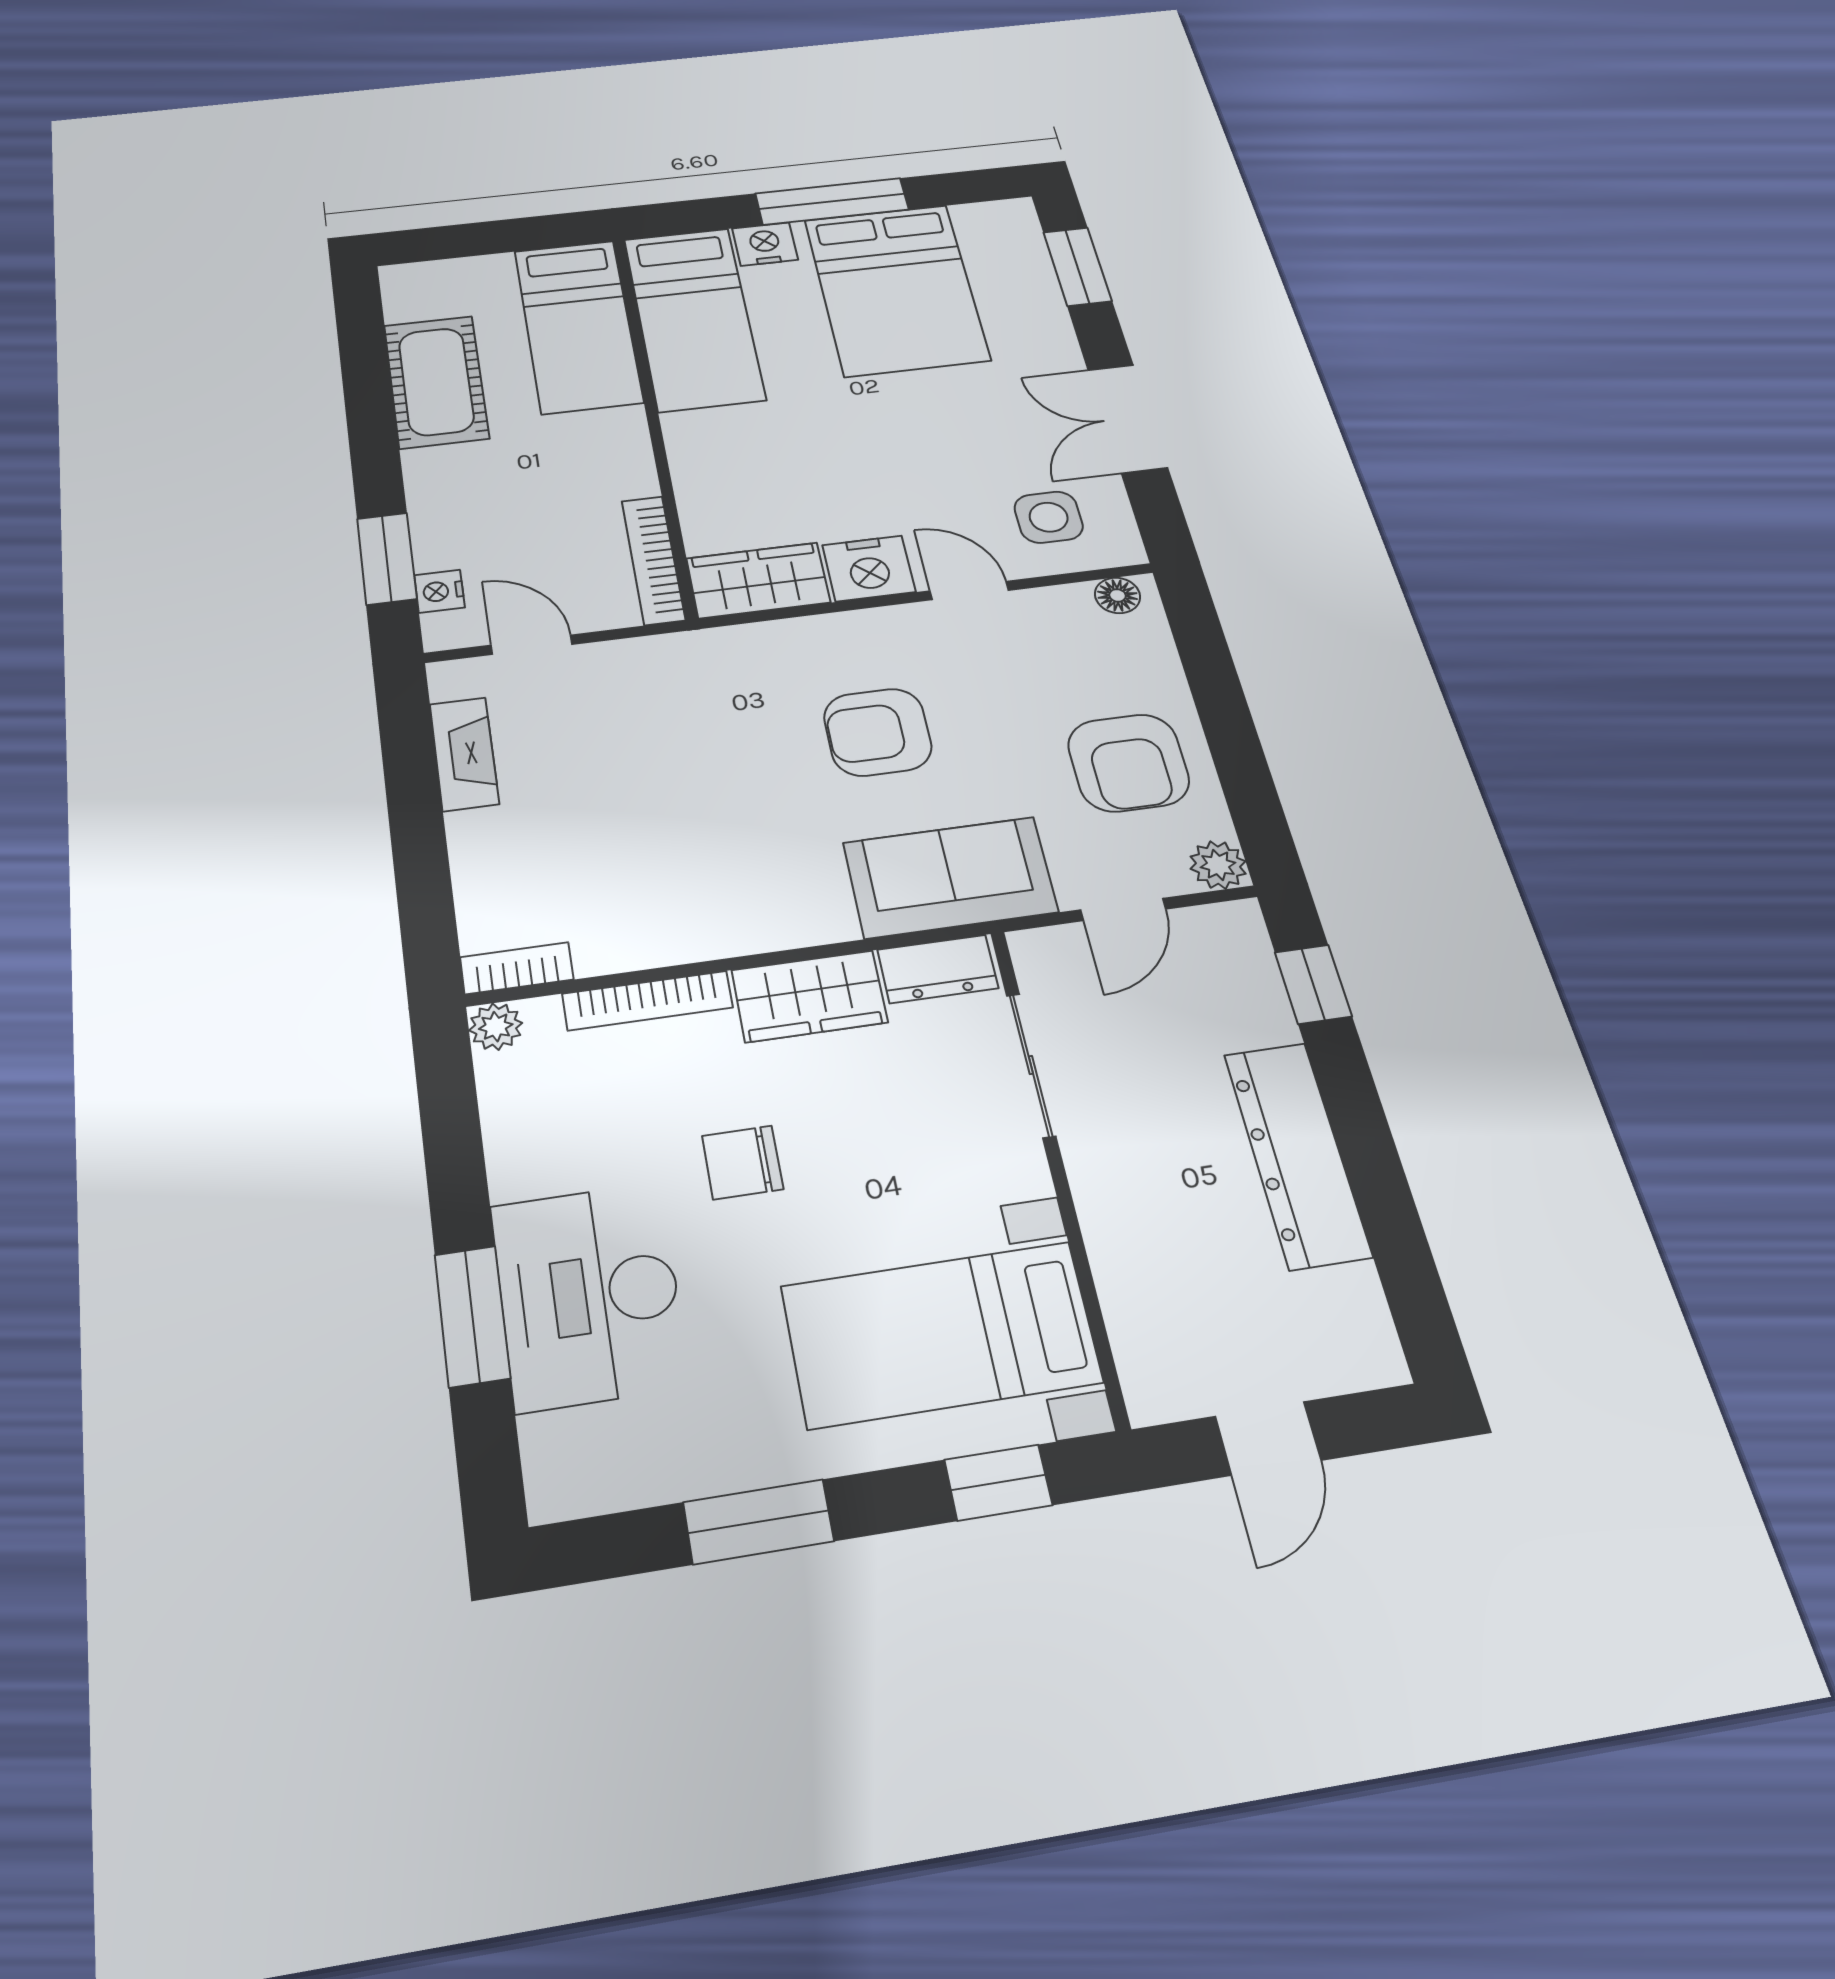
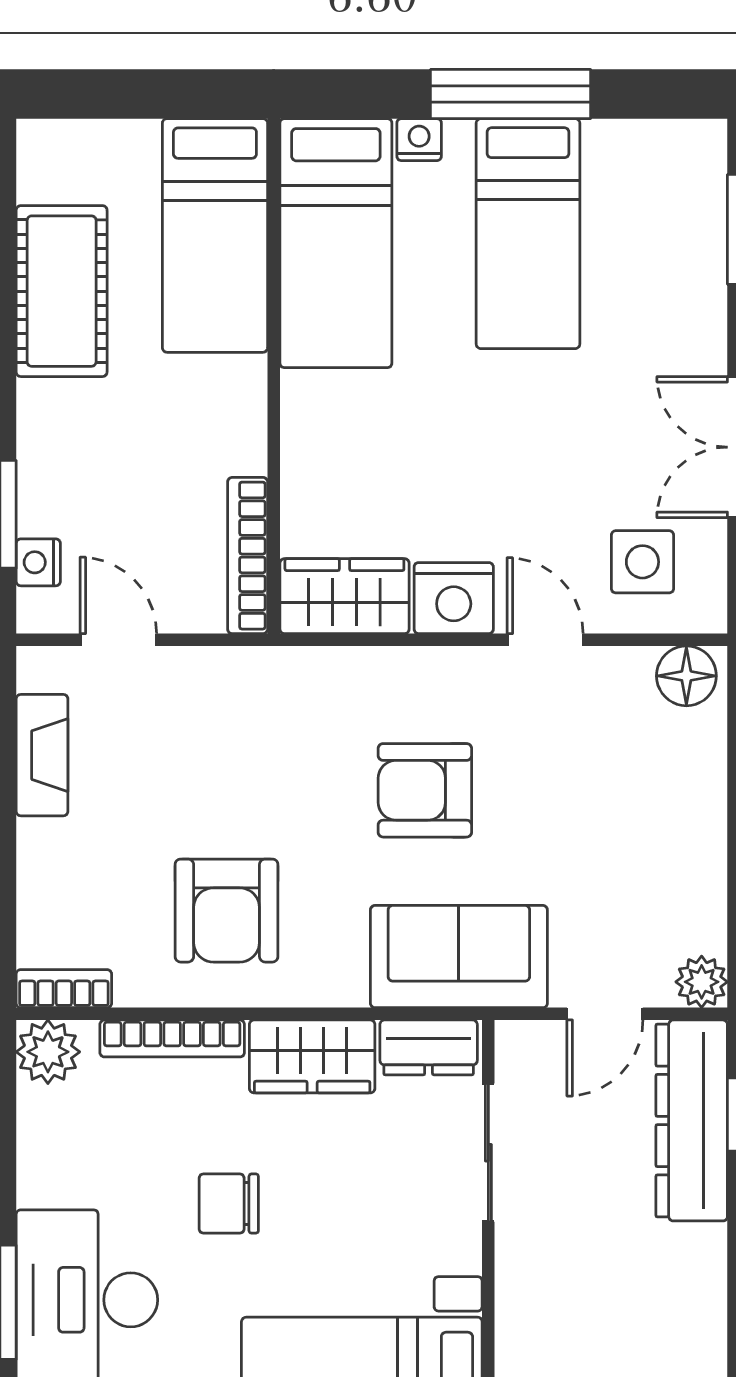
nightstand: (765, 244) -> (419, 140), width x0.72, depth x0.74
bed: (896, 289) -> (528, 234), width x0.67
floor lamp: (1118, 595) -> (686, 676), width x1.37, depth x1.37
armchair: (1128, 763) -> (227, 911), moved
plant: (496, 1027) -> (48, 1052), width x1.38, depth x1.38
dresser: (1297, 1154) -> (692, 1120), moved

